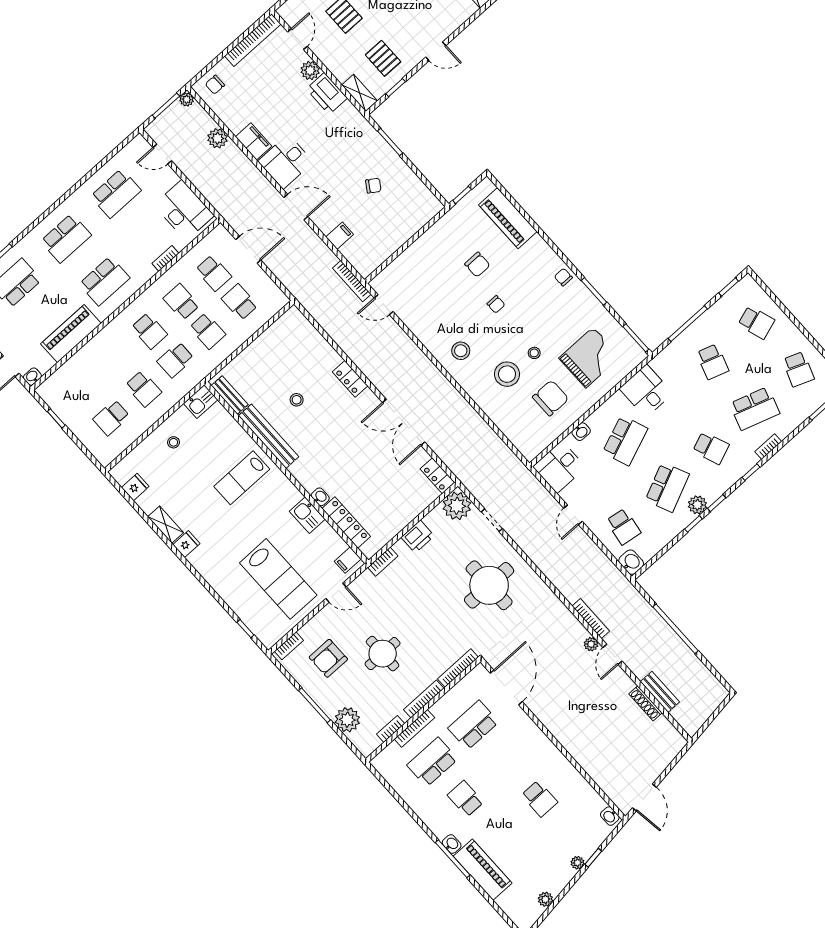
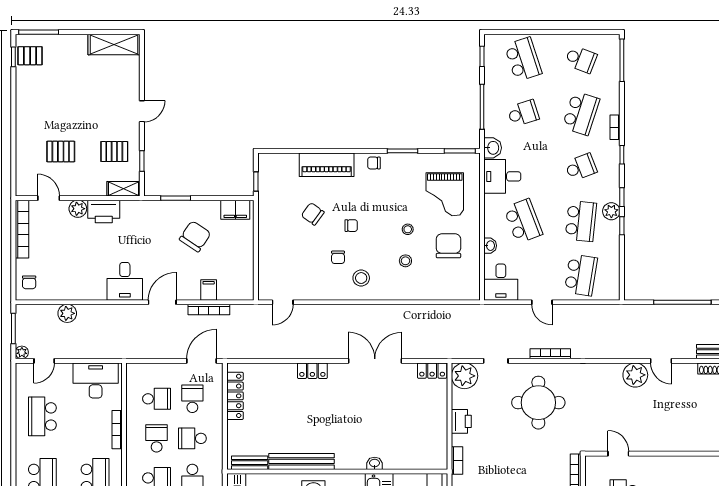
plant: (187, 99) -> (22, 352), moved
filing cabinet: (254, 141) -> (235, 210), moved, turned 180
chair: (373, 186) -> (195, 236), width x1.87, depth x1.87
school desk: (116, 193) -> (42, 416), turned 180
piano: (508, 218) -> (327, 165), moved
door: (248, 250) -> (202, 361), moved
bookcase: (165, 258) -> (117, 430), width x1.56
chair: (477, 265) -> (313, 214), turned -144
bookcase: (352, 281) -> (209, 310), moved
school desk: (181, 302) -> (157, 438), turned 90
school desk: (240, 302) -> (192, 399), turned 90
chair: (461, 317) -> (338, 257), added
school desk: (756, 322) -> (523, 59), width x1.85
school desk: (208, 331) -> (192, 438), turned 180
grand piano: (590, 357) -> (445, 194), turned 180
school desk: (713, 362) -> (523, 113), turned -36
stool: (507, 374) -> (405, 261), width x0.53, depth x0.53
stool: (297, 400) -> (294, 420), removed
double door: (404, 422) -> (375, 361), swing flipped
school desk: (667, 487) -> (581, 221), turned 30
locker: (346, 522) -> (235, 396), moved, turned 90
school desk: (623, 527) -> (581, 275), width x1.85
washbasin: (631, 562) -> (493, 148), moved, turned 90
bookcase: (591, 619) -> (550, 354), moved
plant: (591, 644) -> (635, 375), width x1.88, depth x1.88
door: (506, 687) -> (618, 454), width x0.53

